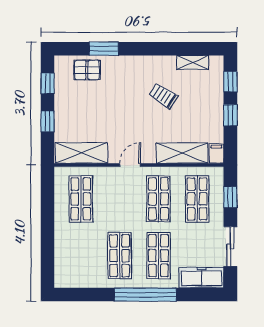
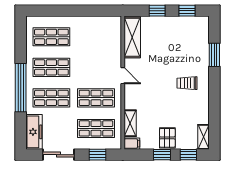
shelving: (193, 62) -> (203, 137), moved
pallet: (87, 70) -> (167, 138), moved
trolley: (163, 96) -> (187, 83), moved, turned -123
shelving: (182, 153) -> (130, 123), width x0.67, depth x0.75
shop shelf: (81, 199) -> (51, 37), moved

